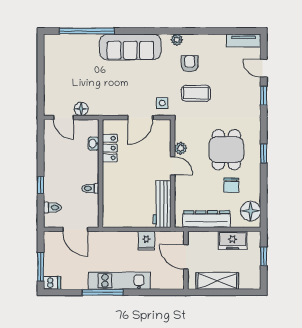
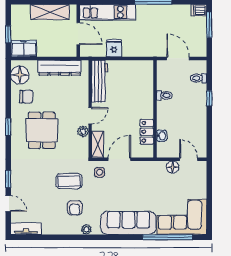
corner sofa: (71, 54) -> (182, 217), added
shelving: (164, 134) -> (98, 144), added
door: (173, 166) -> (90, 116), swing flipped
chair: (231, 185) -> (26, 97), moved, turned 90
freezer: (233, 240) -> (24, 48), moved
kitchen unit: (119, 281) -> (108, 12), moved

